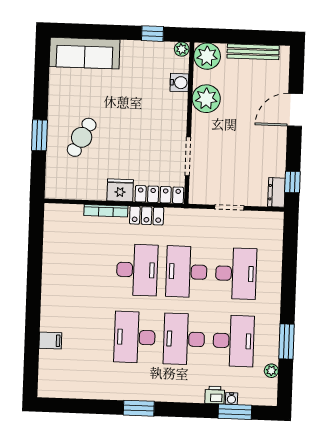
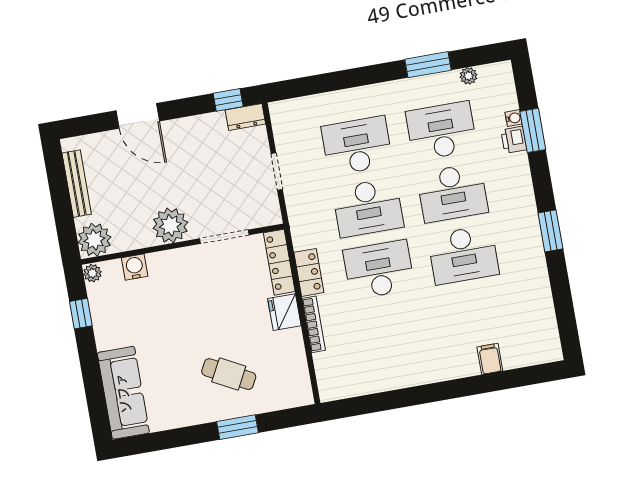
plant: (206, 99) -> (170, 225), moved
window: (235, 412) -> (533, 130), moved

